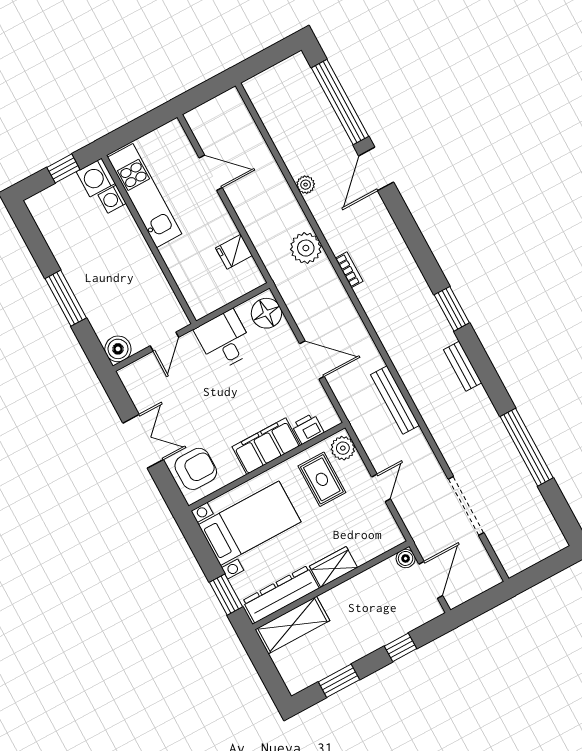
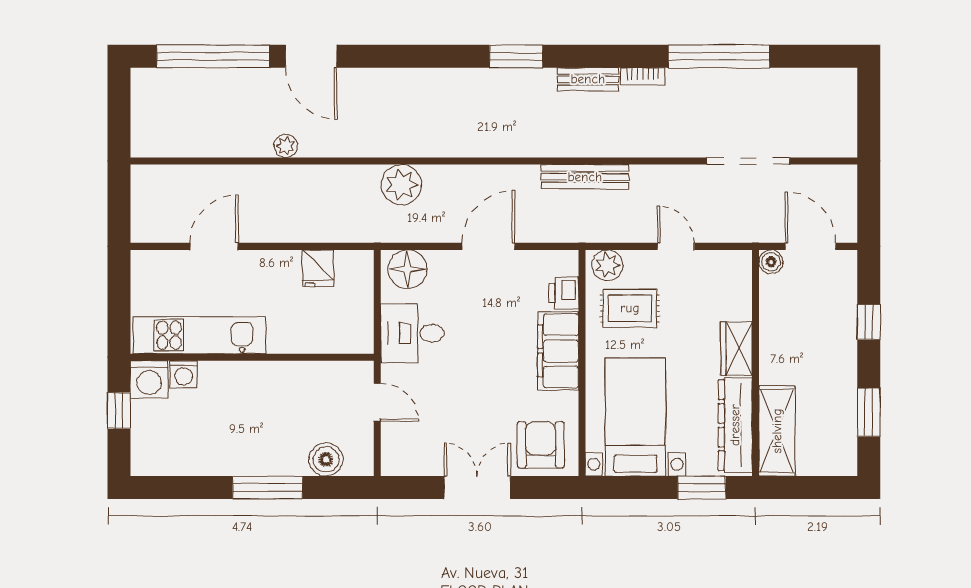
plant: (306, 248) -> (401, 185), moved
bookcase: (349, 270) -> (643, 76), moved, turned 180
boiler: (118, 349) -> (326, 459), moved

